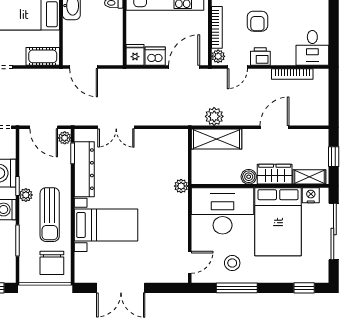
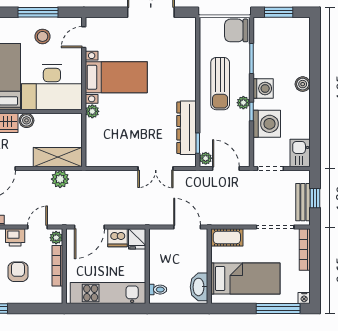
double door: (116, 127) -> (156, 168), swing flipped
sun lounger: (50, 215) -> (220, 84), turned 180
bed with nightstands: (106, 225) -> (116, 77), moved, turned 180
chair: (52, 263) -> (236, 30), moved, turned -90

